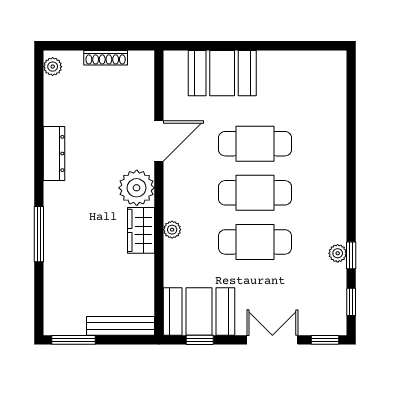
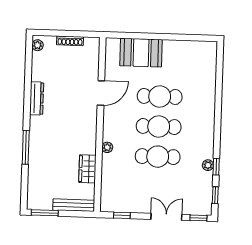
plant: (137, 188) -> (86, 121), removed
wardrobe: (141, 230) -> (87, 169), moved
booth: (199, 311) -> (122, 198), removed

